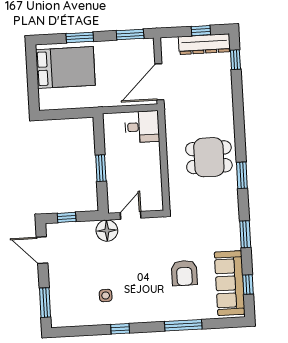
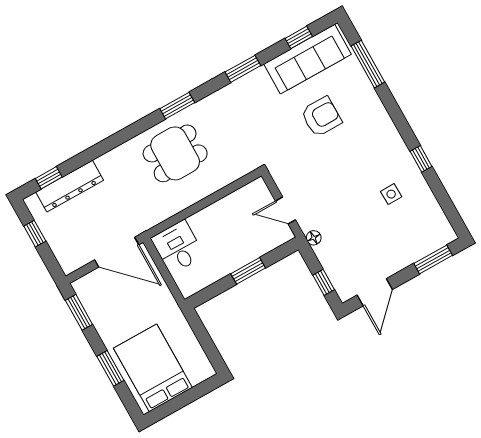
dresser: (204, 44) -> (70, 186), moved, turned 90
dining table: (209, 157) -> (175, 153), turned 90
floor lamp: (107, 231) -> (314, 238), width x0.53, depth x0.53
window: (183, 325) -> (368, 64), moved

